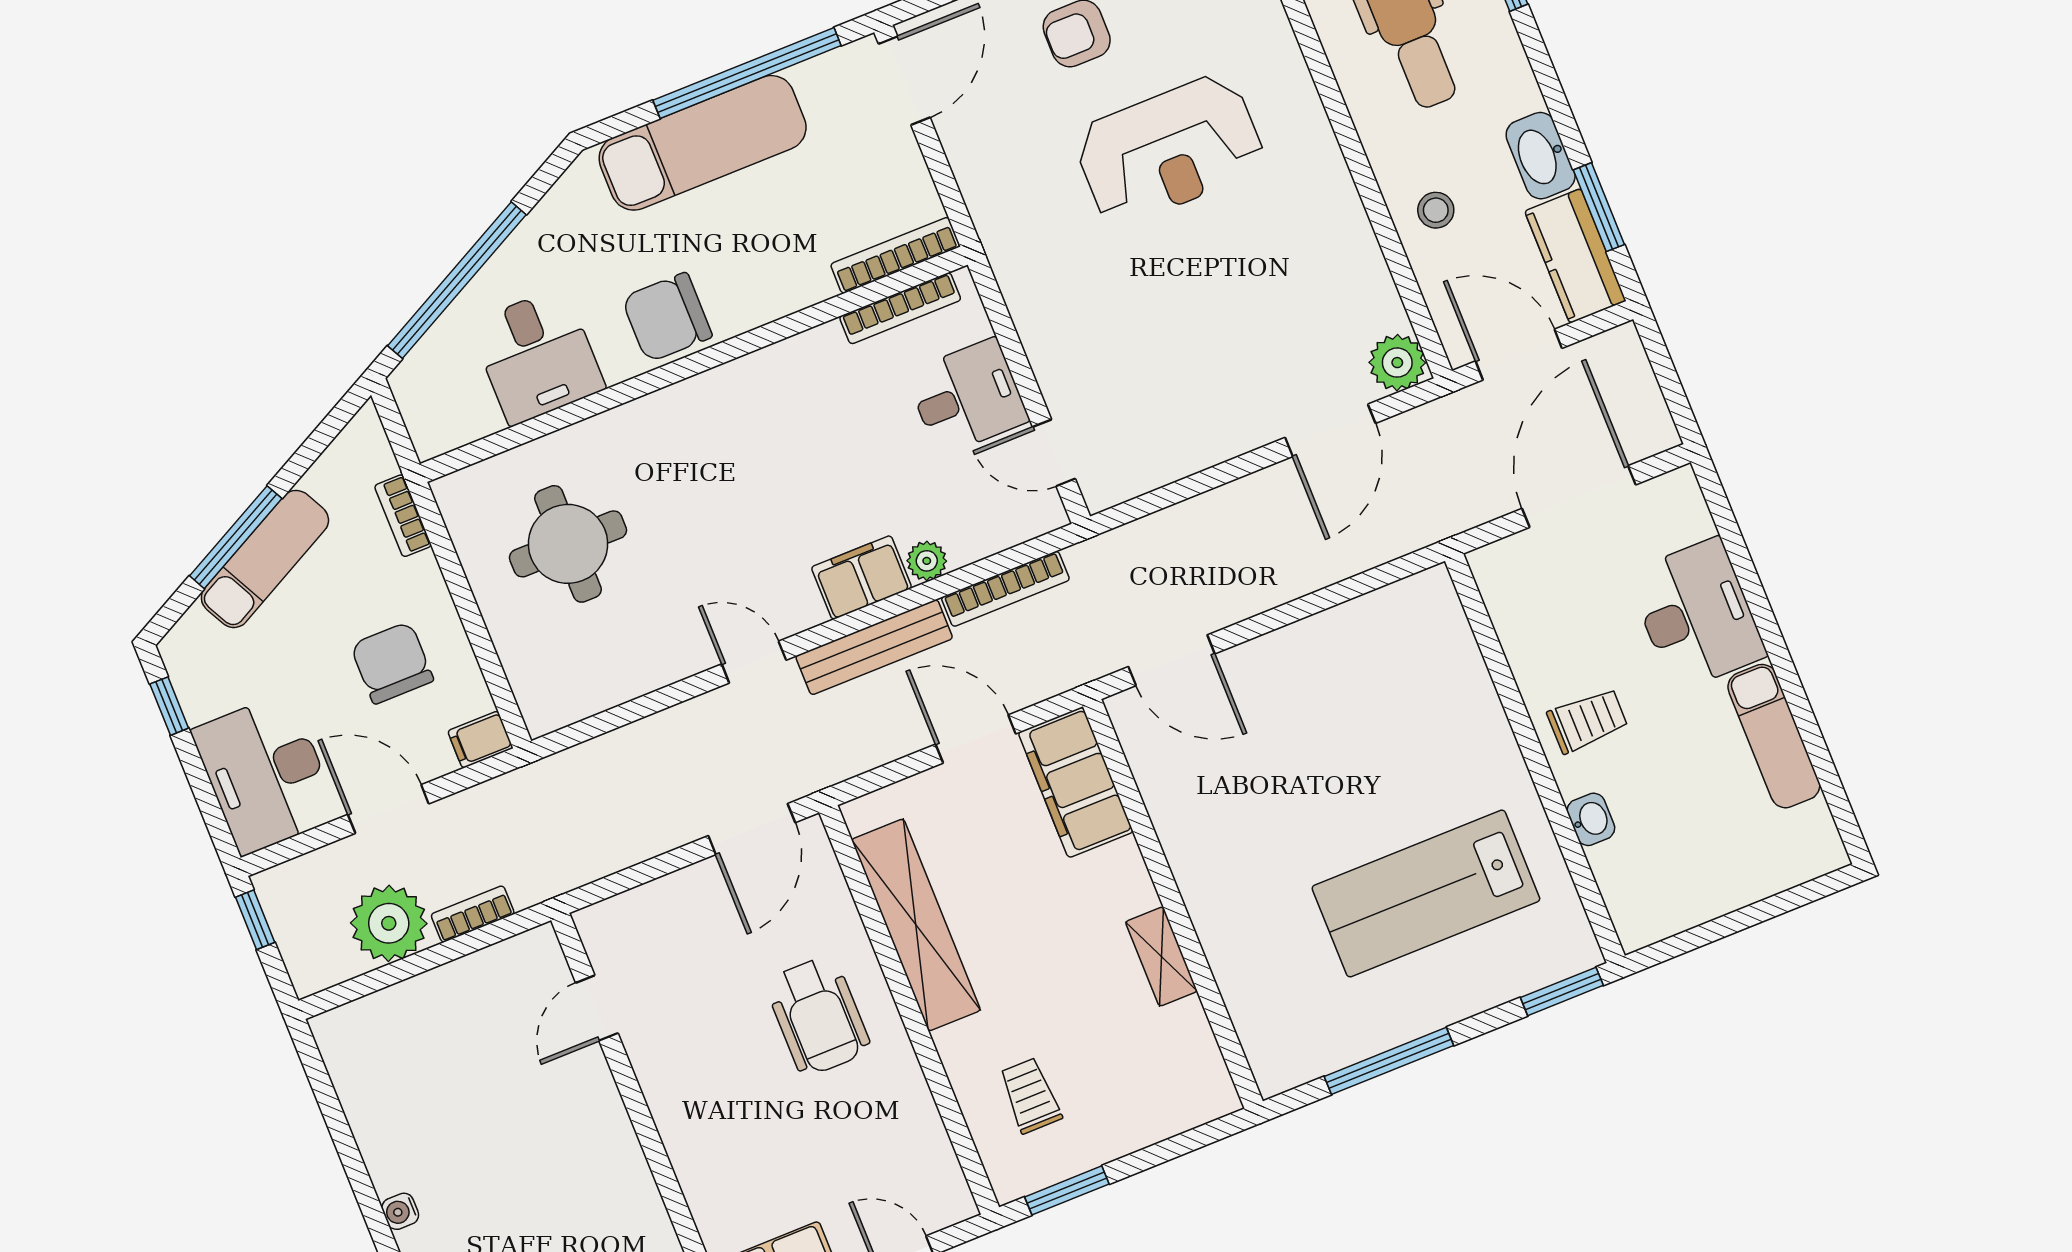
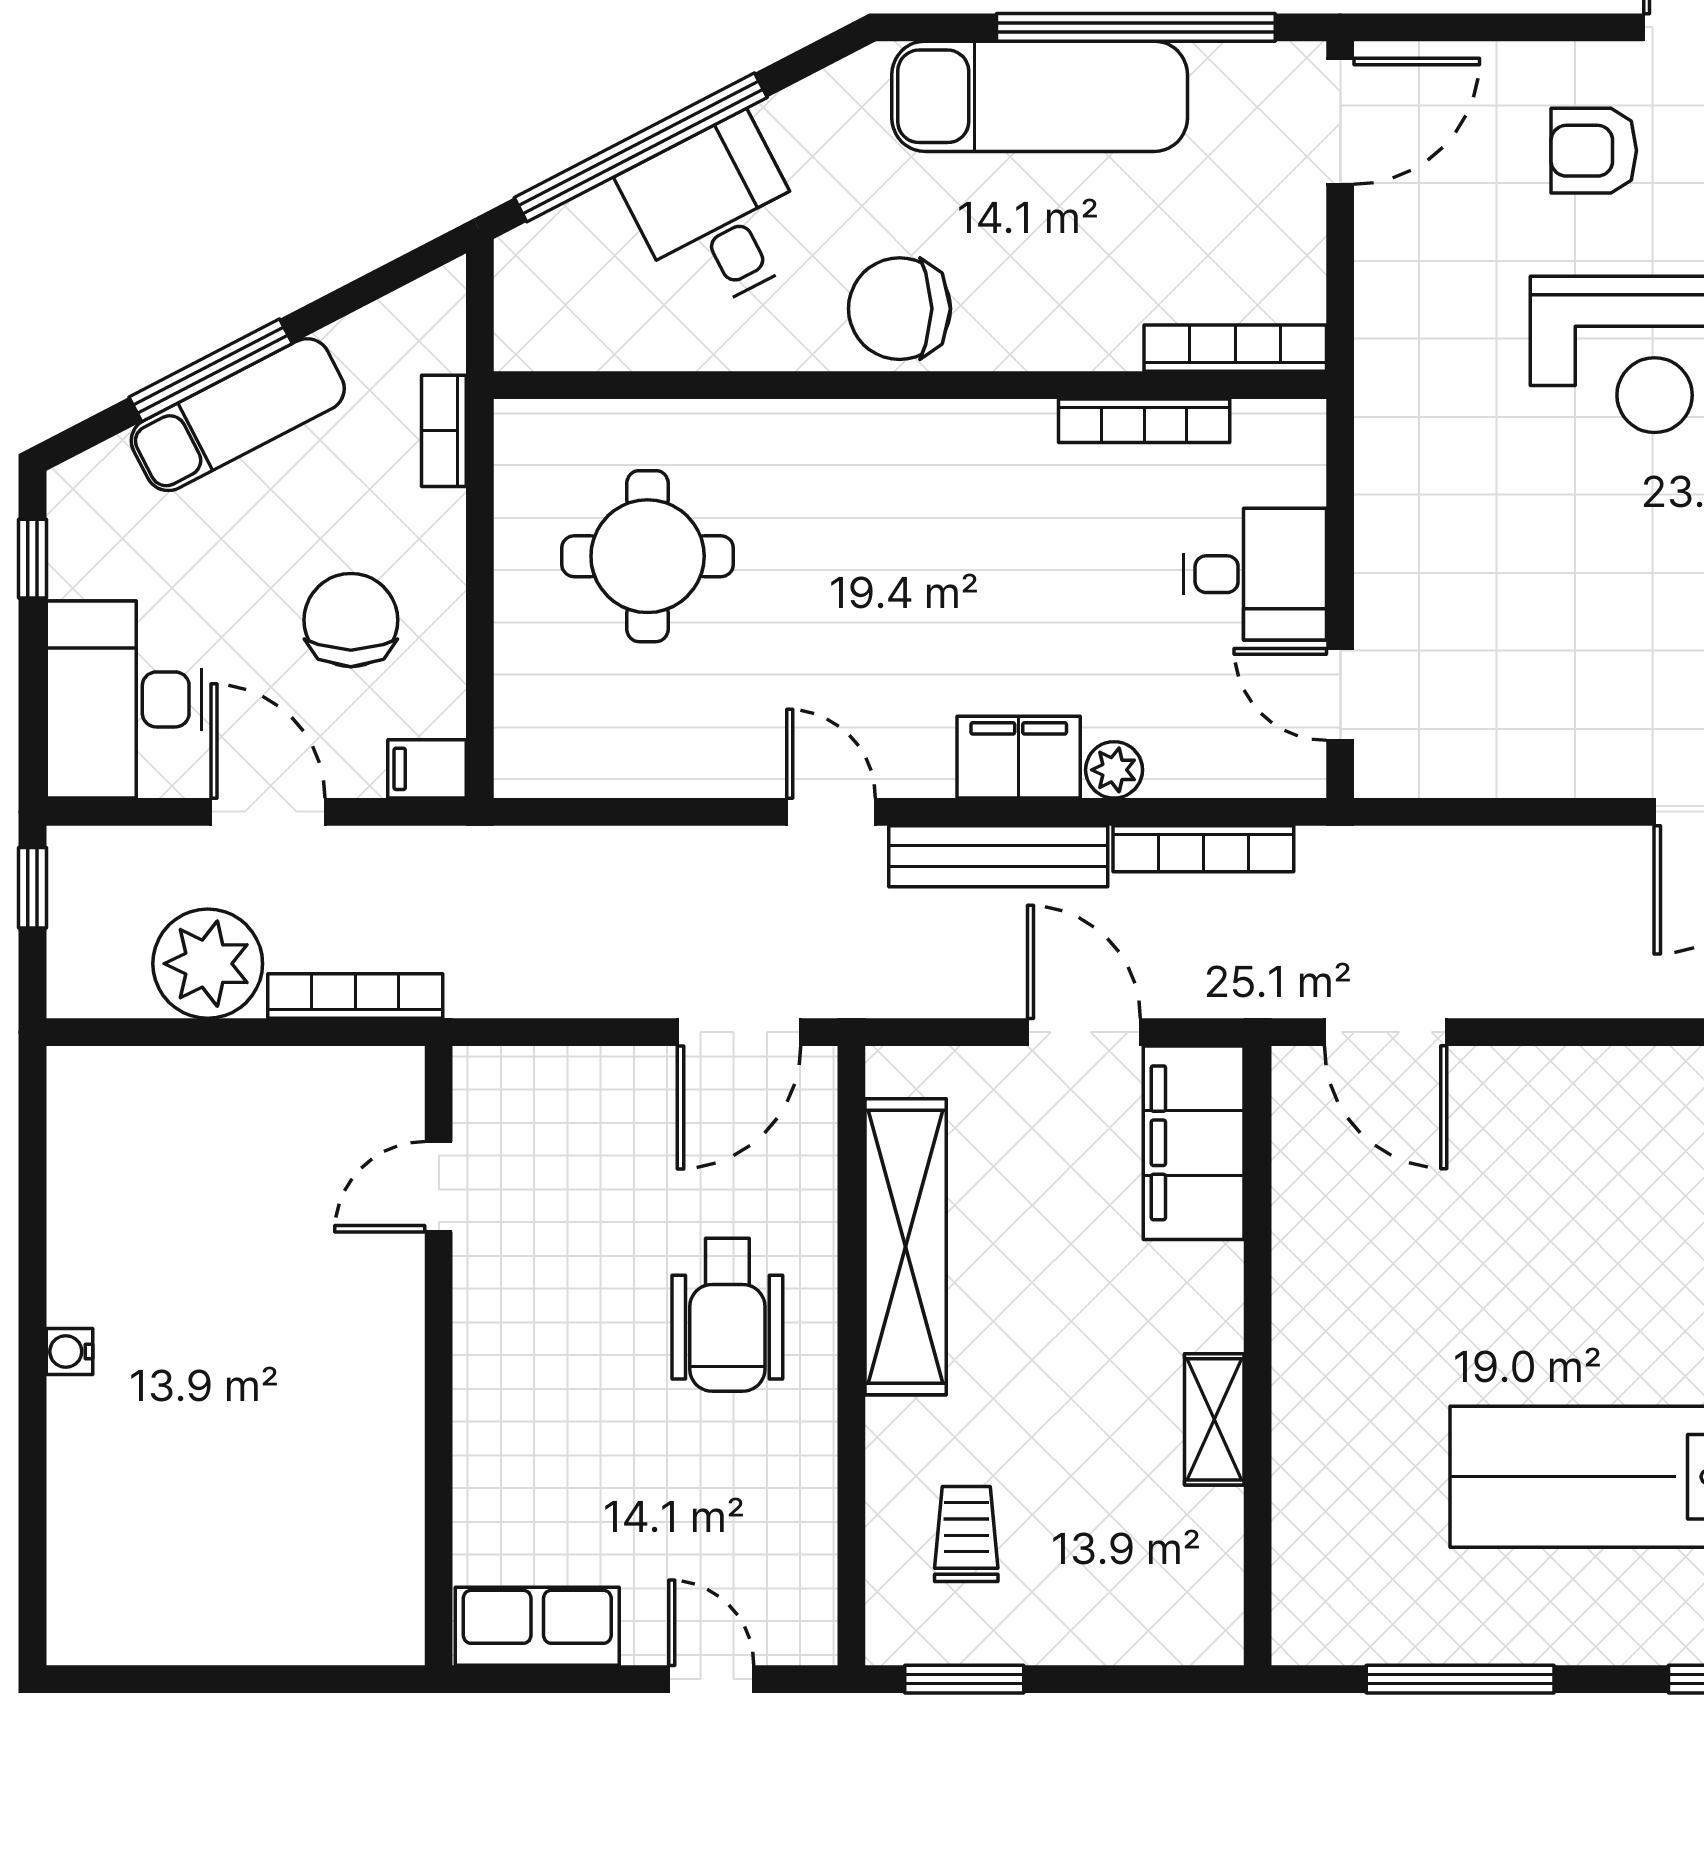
bookcase: (900, 308) -> (1144, 421), moved
desk: (537, 356) -> (717, 214), moved, turned 153
bookcase: (473, 914) -> (355, 996), width x1.56

